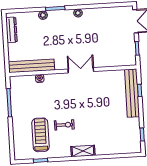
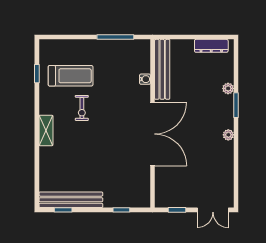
double door: (81, 70) -> (153, 134), width x1.87
bench: (132, 93) -> (71, 200), moved

